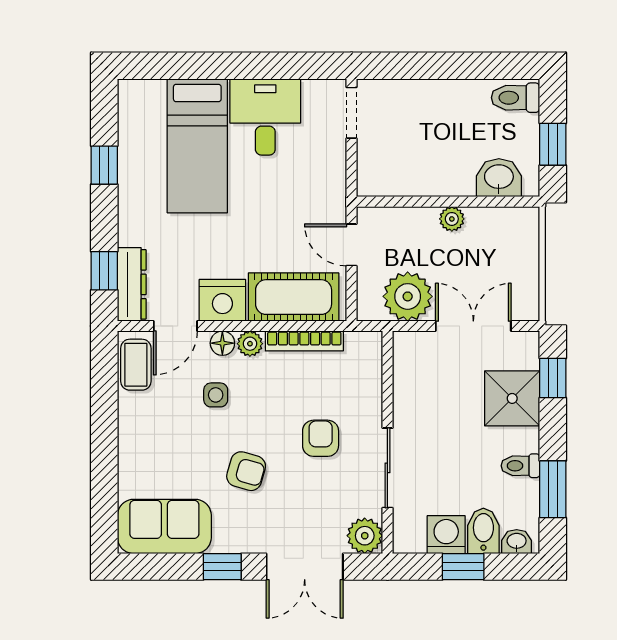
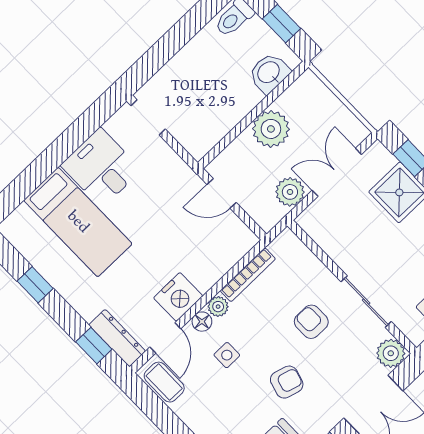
plant: (452, 219) -> (271, 129), width x1.87, depth x1.87
plant: (408, 296) -> (290, 192), width x0.73, depth x0.73
cot: (294, 297) -> (217, 256), removed

